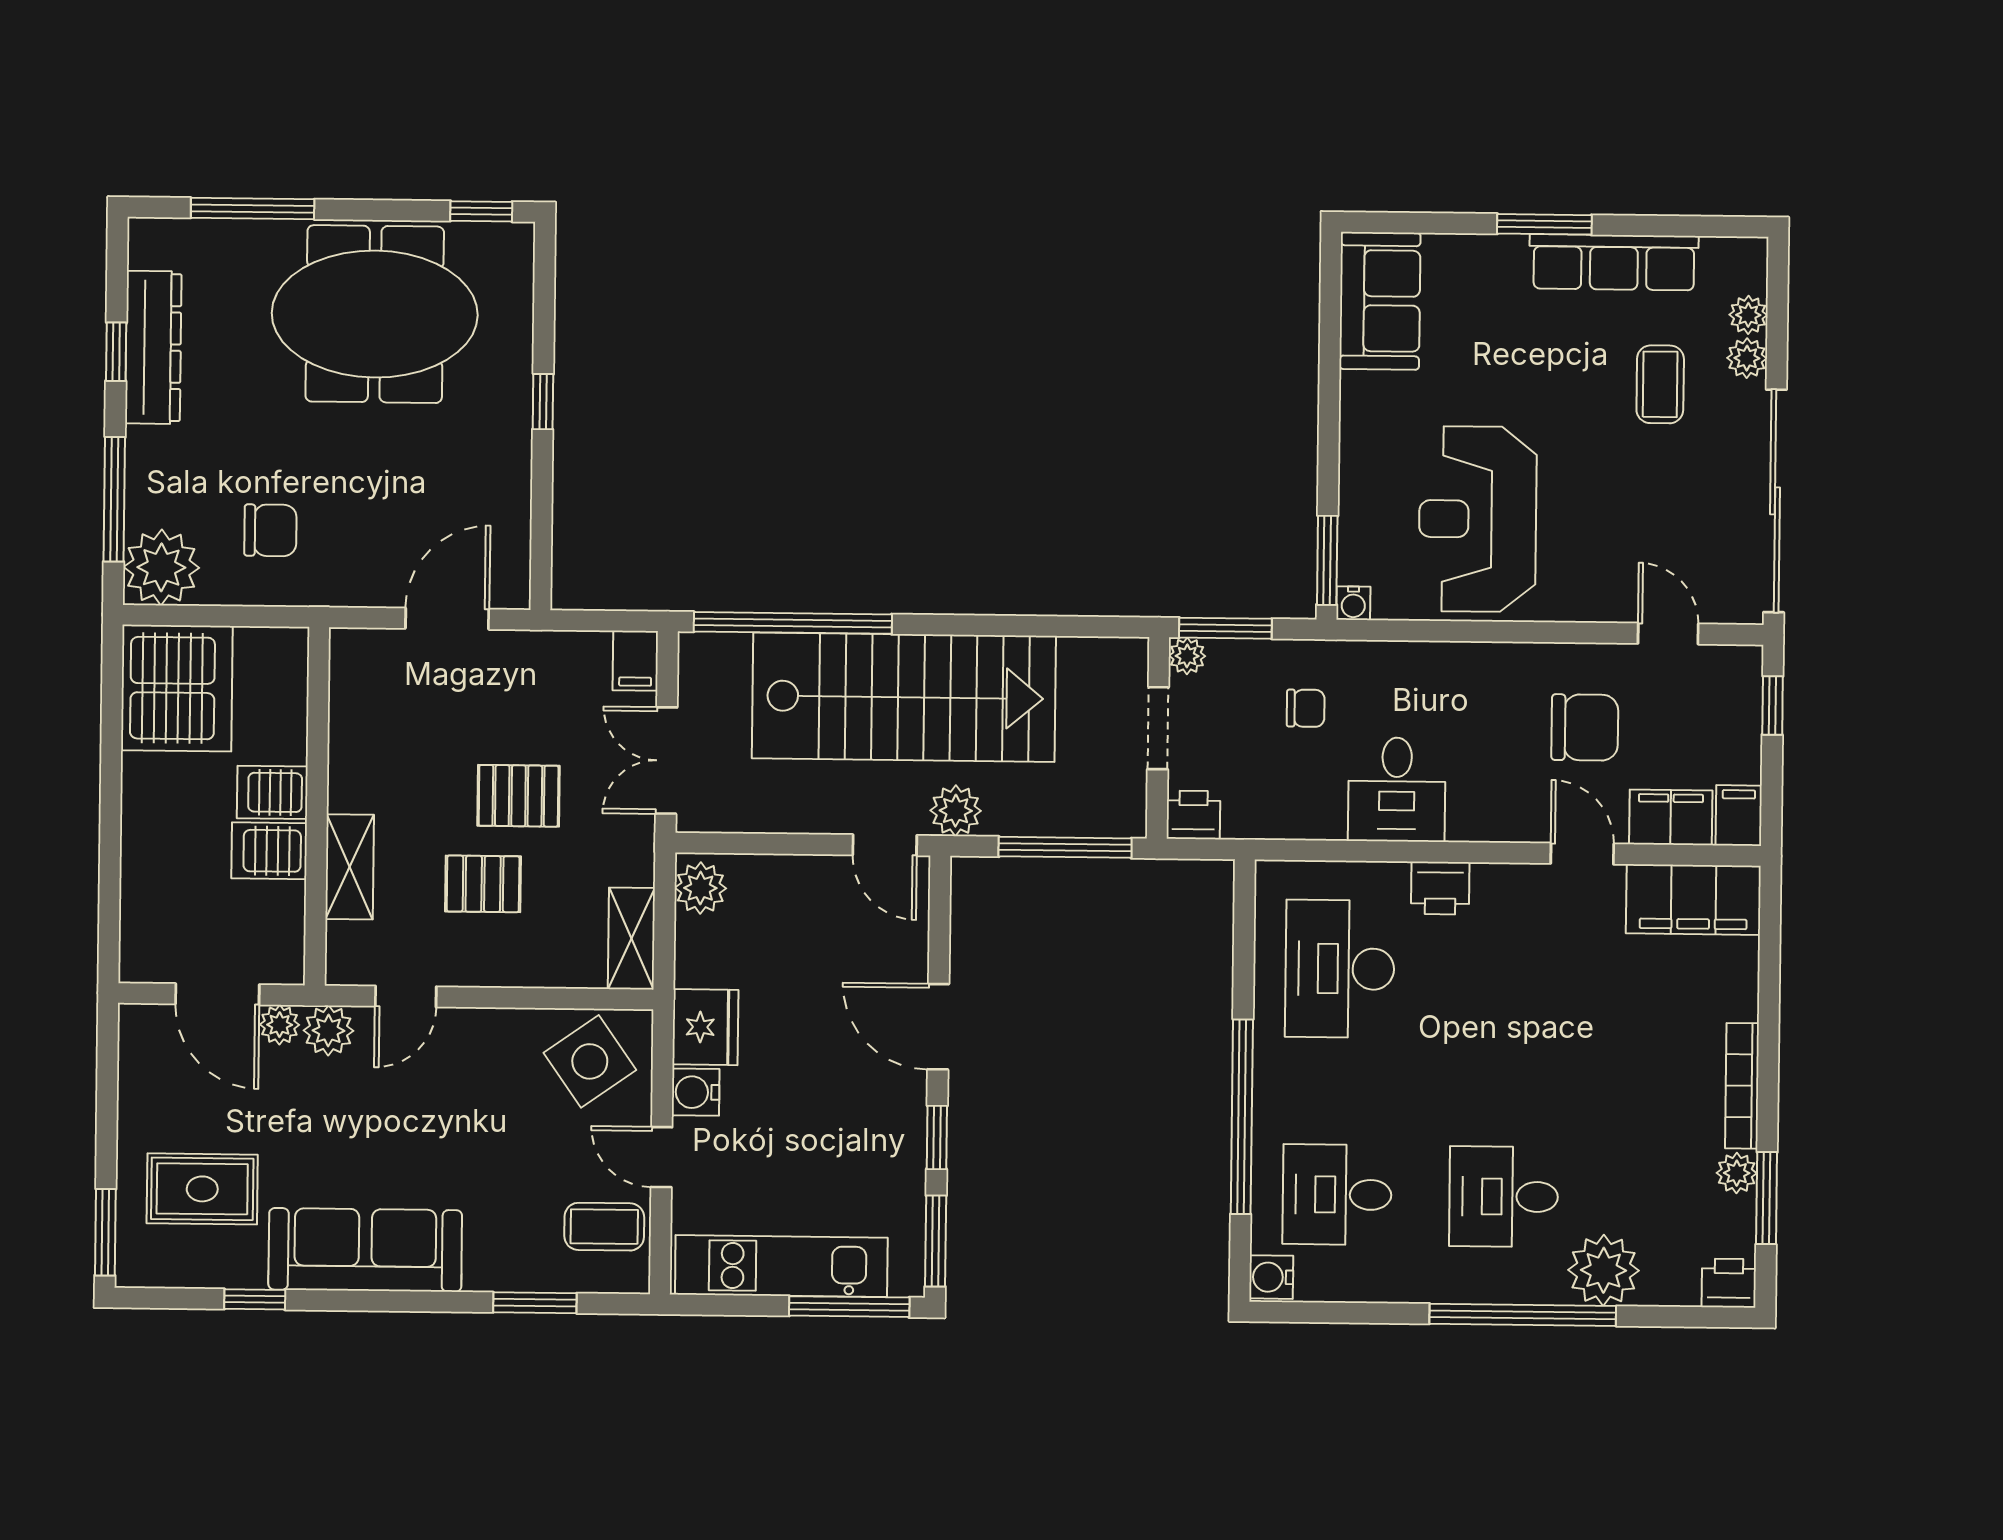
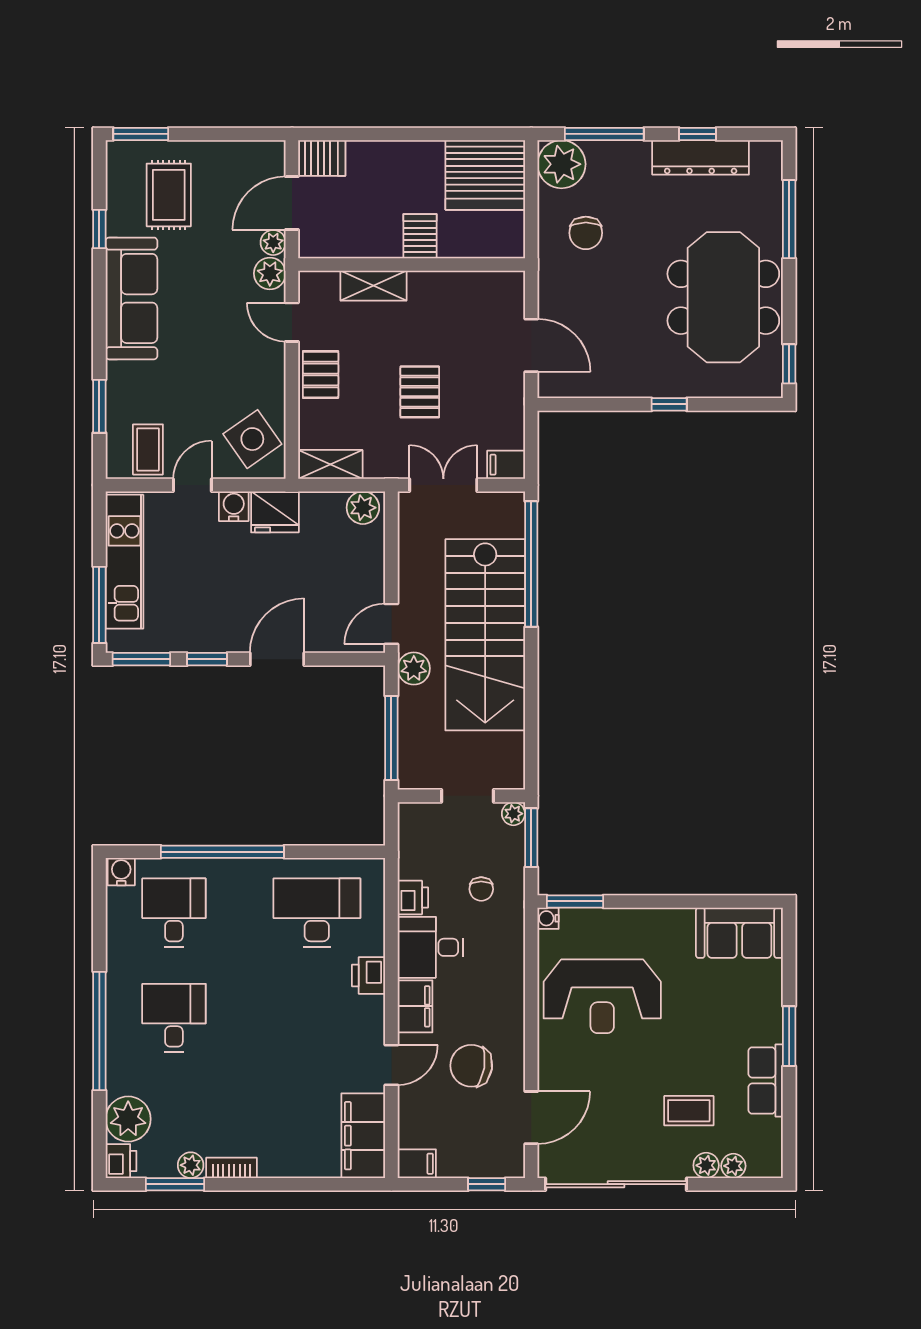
row of seats: (1614, 262) -> (766, 1080), width x0.68
reception desk: (1478, 519) -> (602, 996), turned 180
door: (1668, 634) -> (531, 1118), width x1.38
chair: (1585, 727) -> (471, 1066), turned 99
printer: (1193, 815) -> (413, 897), moved
filing cabinet: (1671, 817) -> (415, 1006), moved
server rack: (269, 851) -> (322, 158), moved, turned 90
pallet: (483, 884) -> (321, 375), moved
bookcase: (1742, 1086) -> (231, 1168), width x0.64
plant: (1604, 1270) -> (128, 1119), moved

